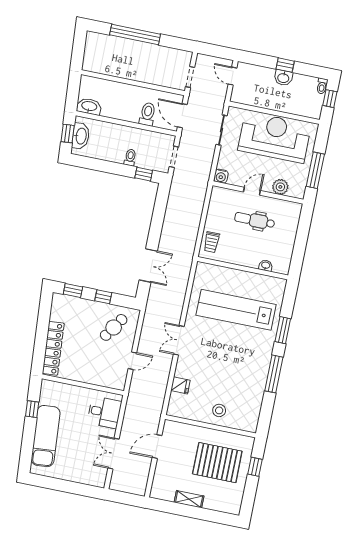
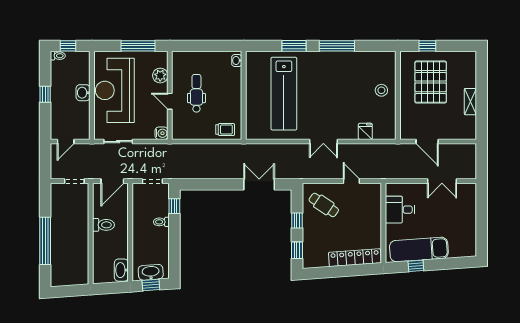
washbasin: (283, 78) -> (83, 93), moved, turned 180
toilet: (148, 114) -> (103, 225), moved, turned 180
dental chair: (255, 220) -> (196, 93), turned 180
washbasin: (266, 265) -> (237, 60), moved
desk: (104, 412) -> (400, 210), moved, turned -90
exam couch: (46, 436) -> (419, 249), moved

